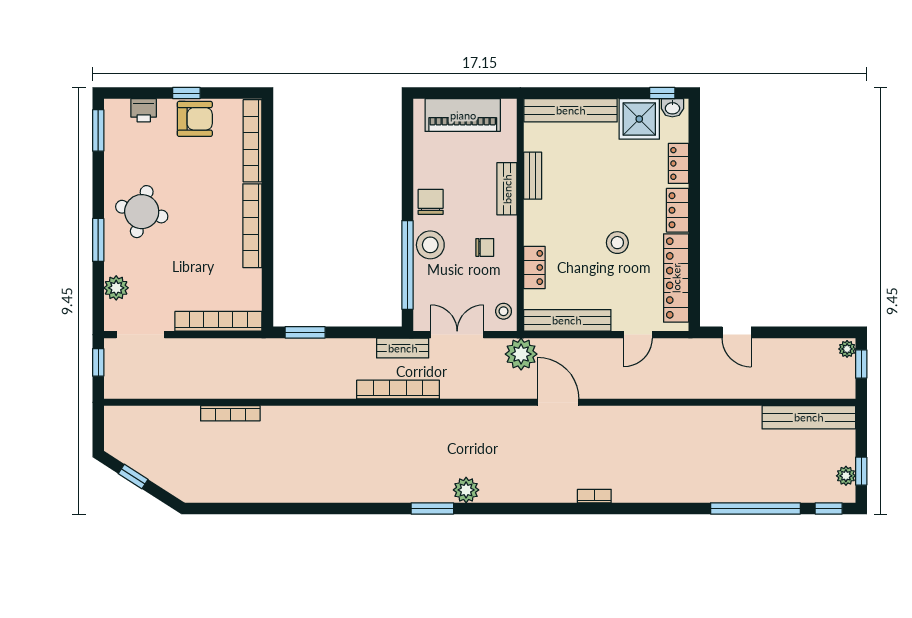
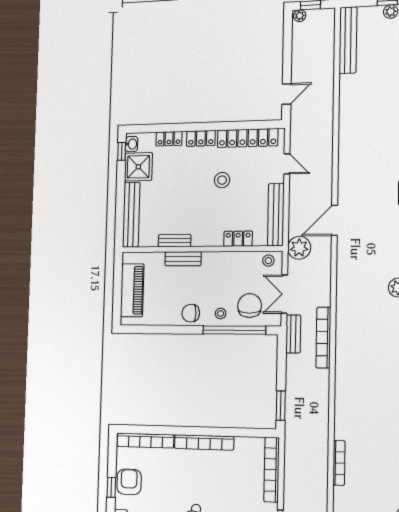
stool: (430, 245) -> (221, 313), width x0.53, depth x0.53
chair: (485, 247) -> (250, 306), moved, width x1.87, depth x1.87

